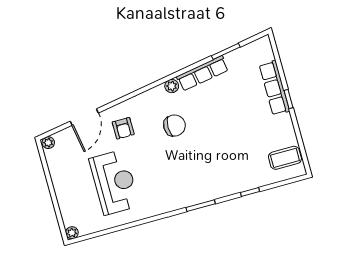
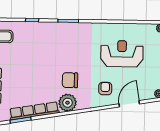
row of seats: (203, 73) -> (34, 111), width x1.36
plant: (172, 86) -> (68, 103), width x1.88, depth x1.88
reception desk: (114, 182) -> (122, 54), turned 90

